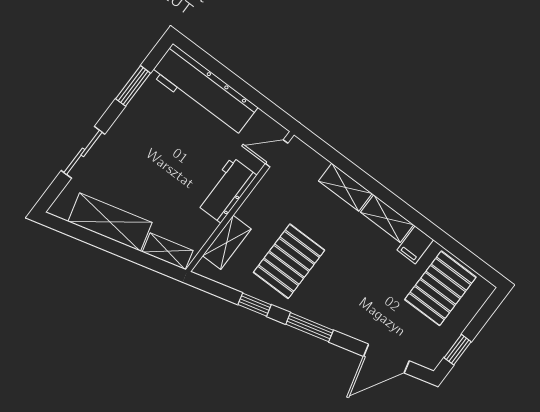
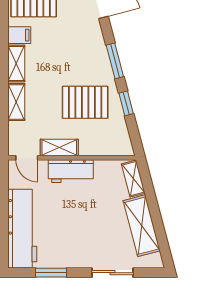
shelving: (227, 242) -> (59, 147), moved

